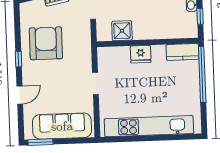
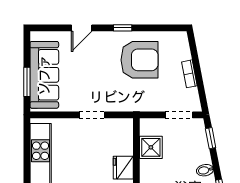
door: (20, 95) -> (82, 28), hinge flipped
window: (41, 142) -> (27, 82), moved

